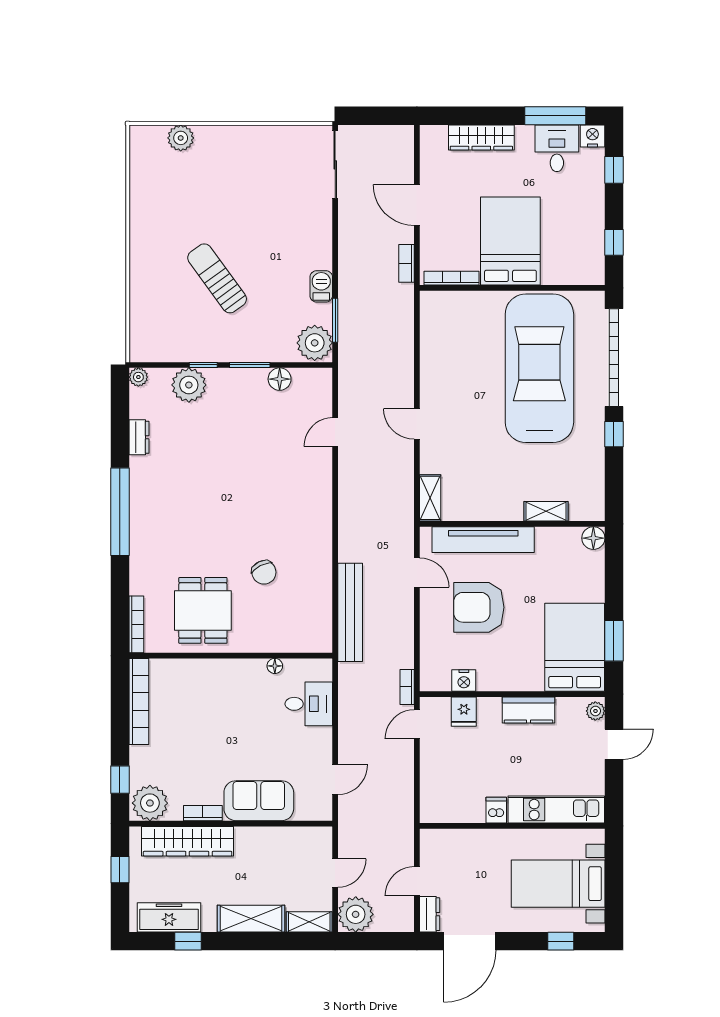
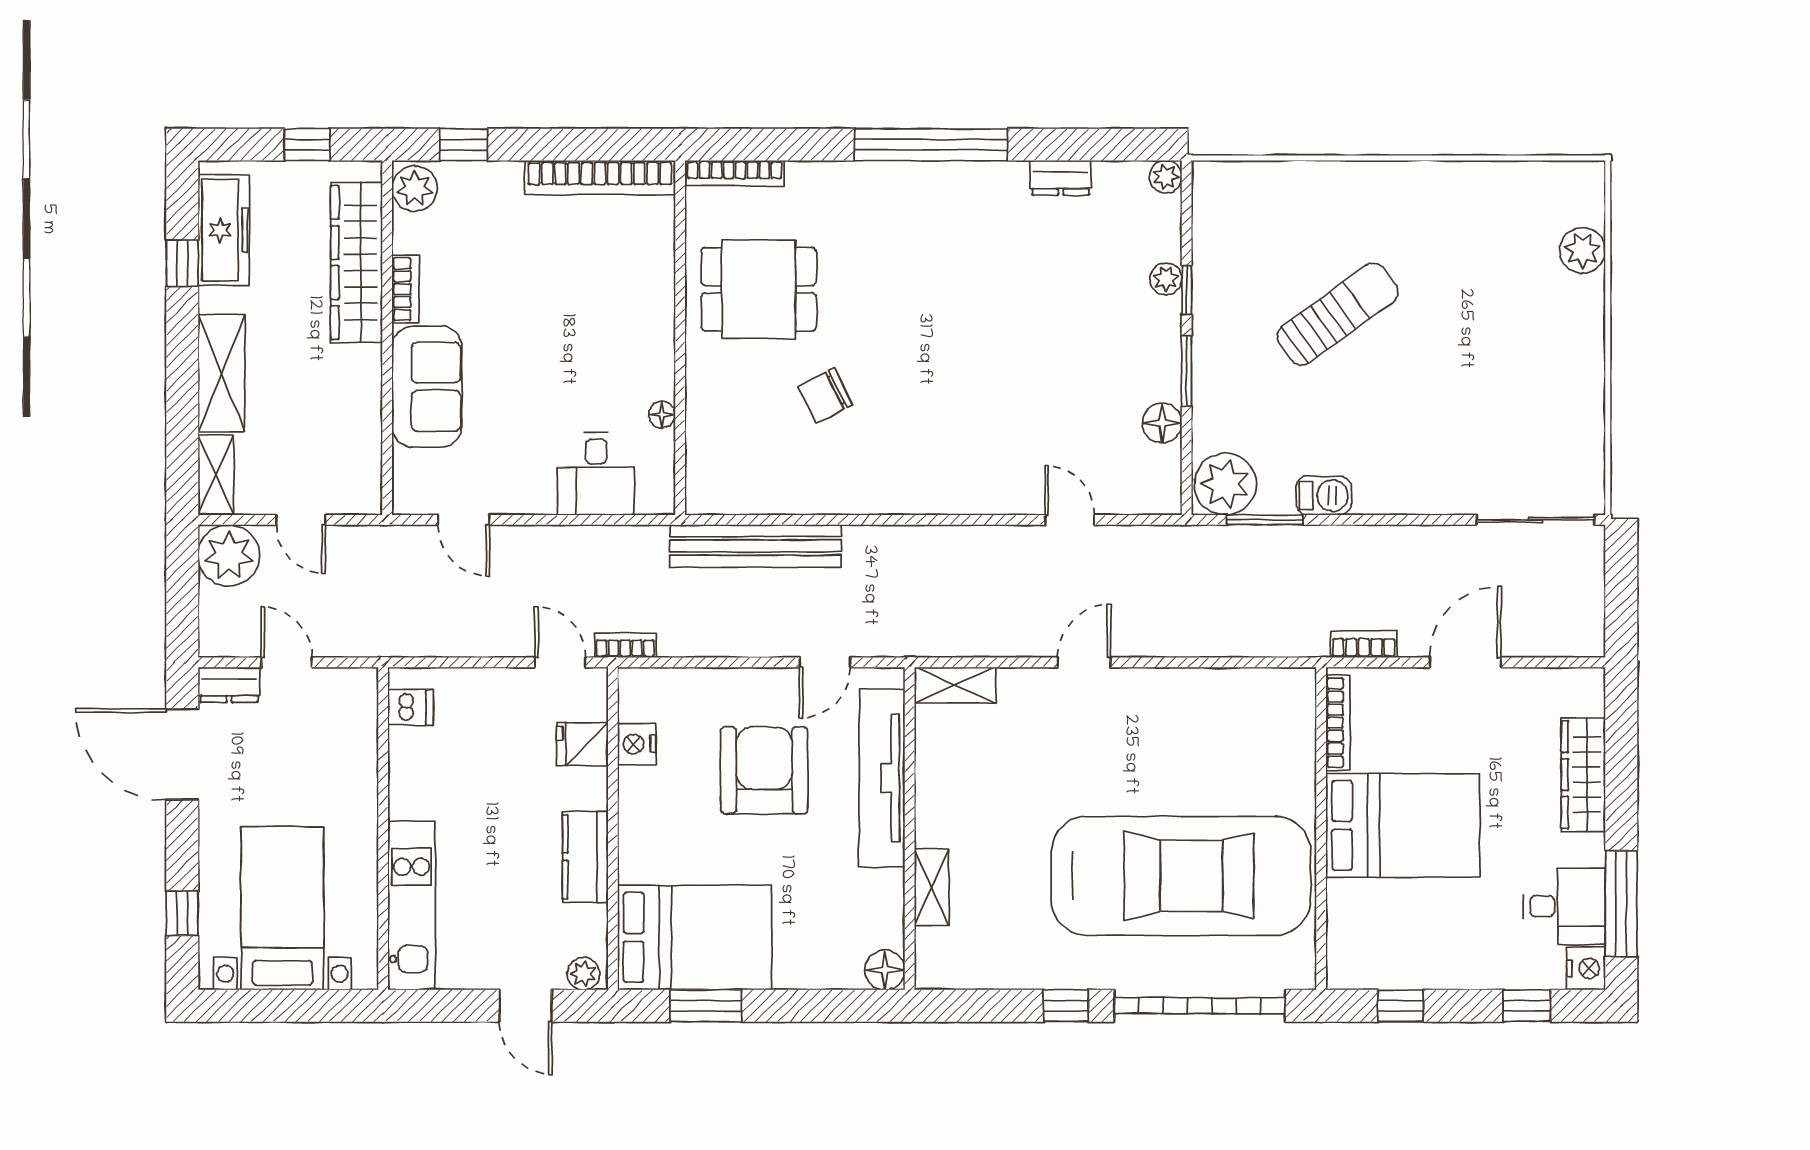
plant: (189, 385) -> (1166, 279), width x0.53, depth x0.53
plant: (150, 803) -> (415, 189), width x0.73, depth x0.73
dishwasher: (496, 810) -> (411, 707), moved

